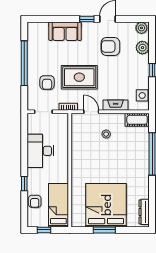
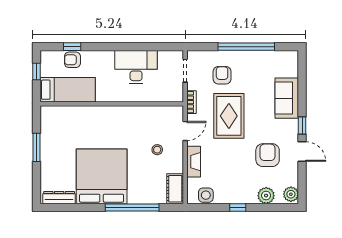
armchair: (47, 83) -> (222, 75), turned 90
window: (24, 184) -> (72, 47), moved
bed: (106, 205) -> (102, 176), moved, turned -90

